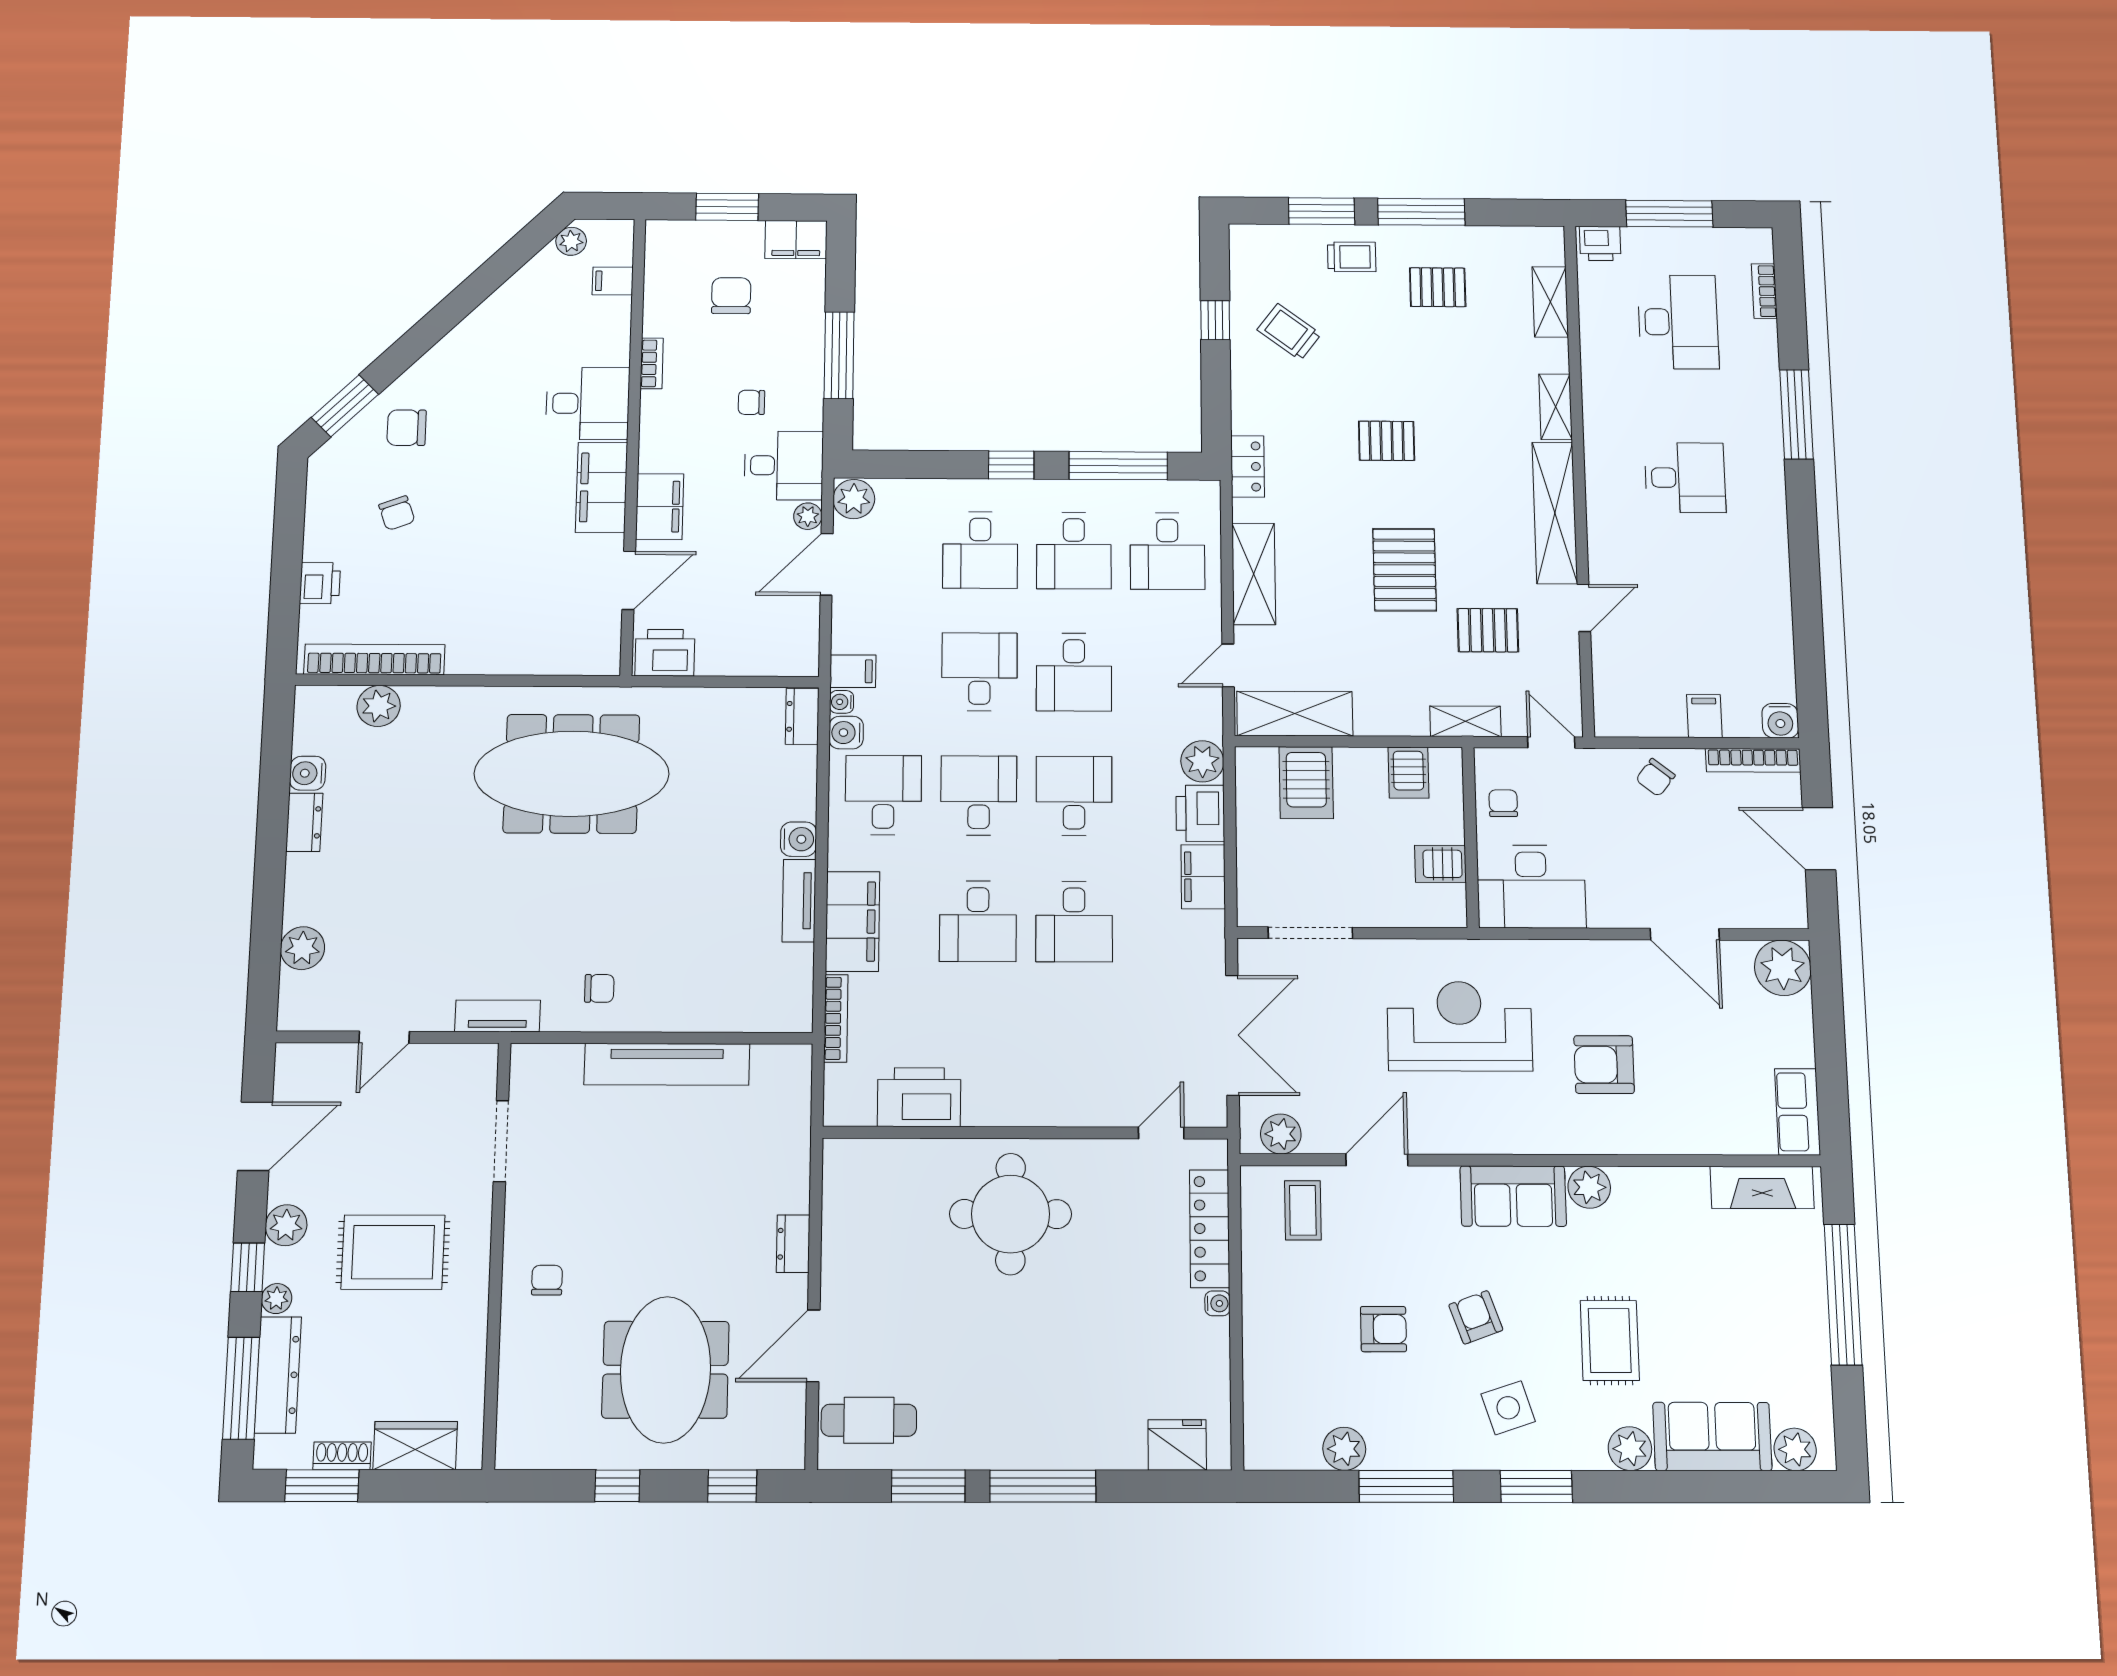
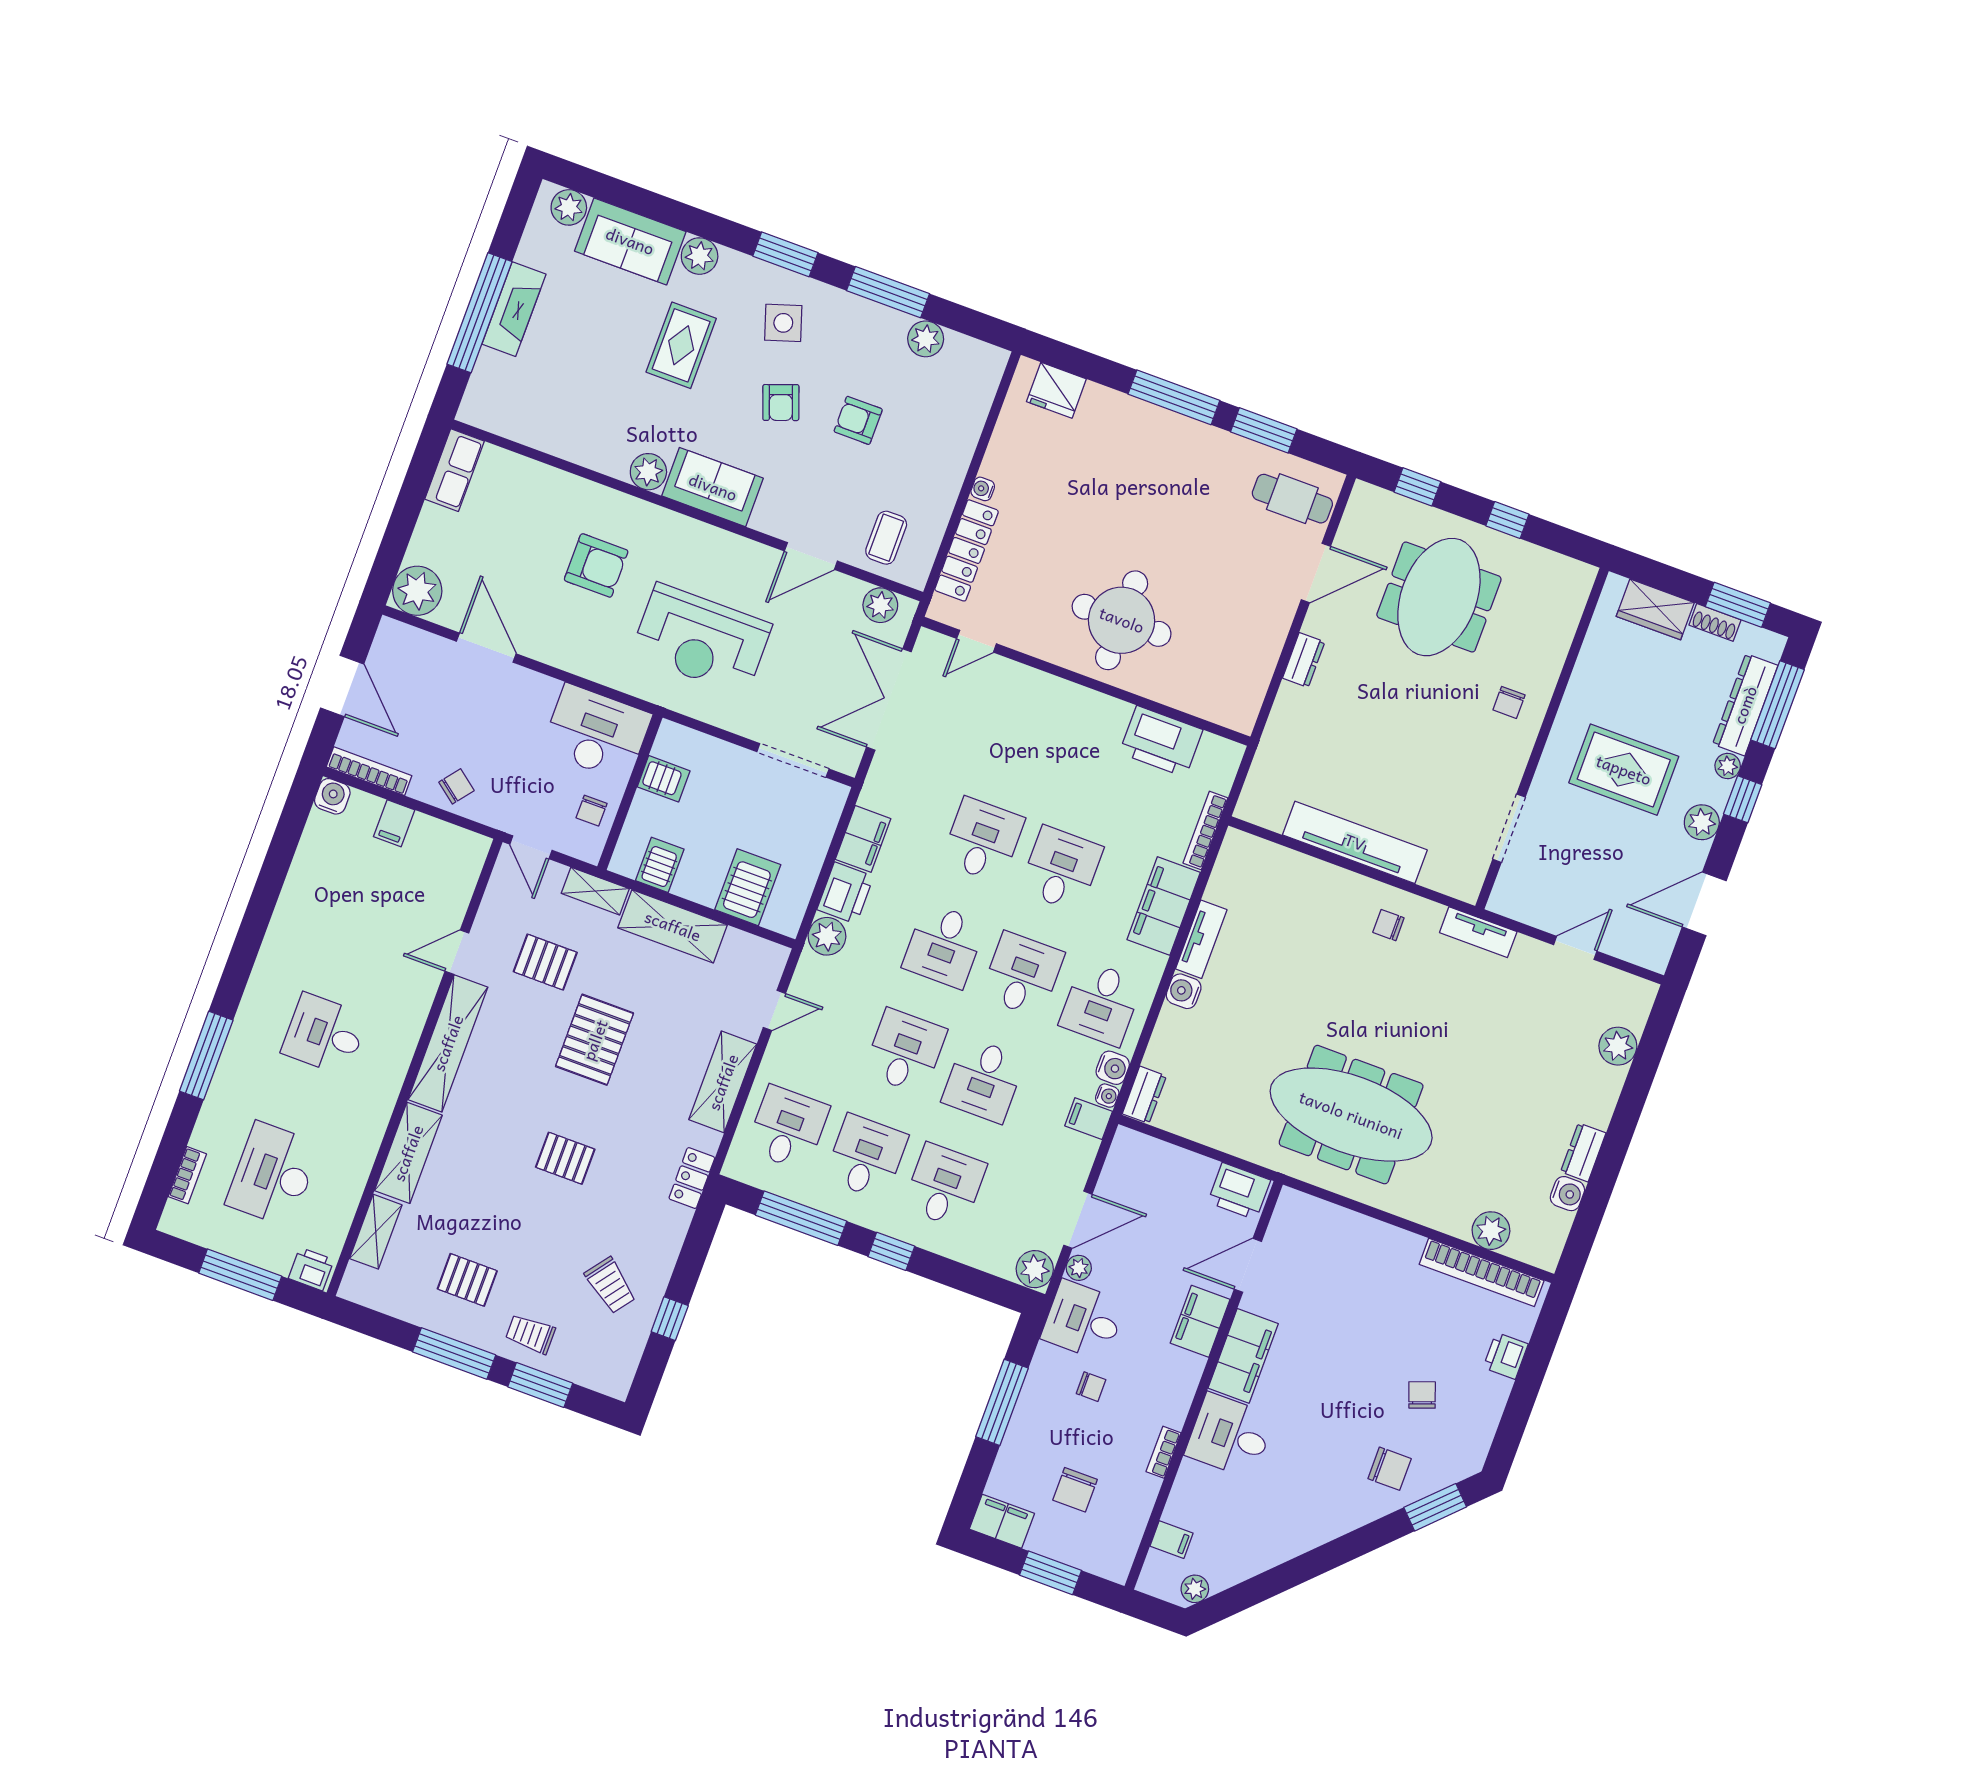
shelving: (1555, 407) -> (408, 1153), width x1.50, depth x1.33
shelving: (1295, 714) -> (673, 926), moved
desk: (979, 795) -> (1022, 975), turned 180
fireplace: (1762, 1188) -> (514, 309), moved, turned 90

